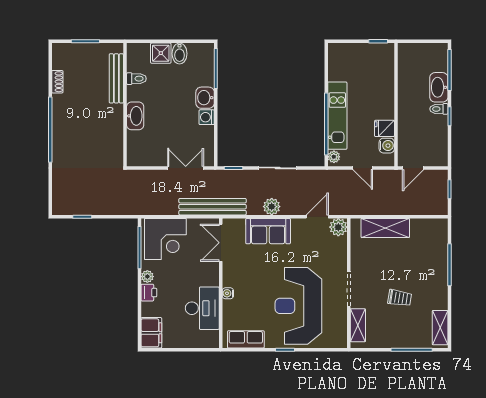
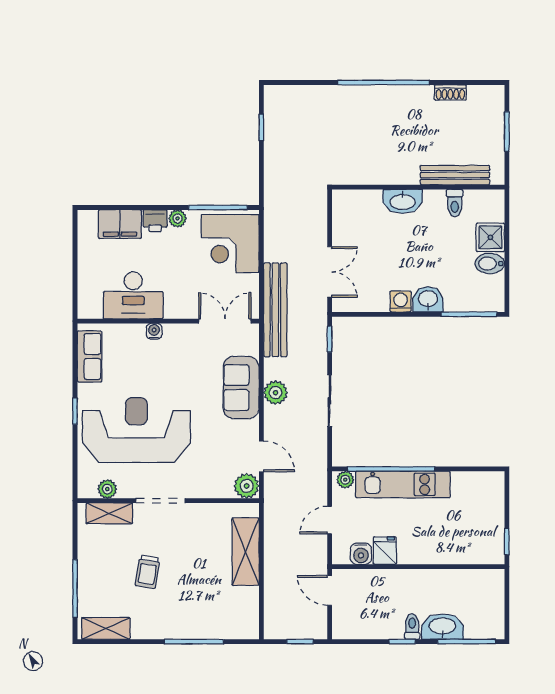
plant: (341, 327) -> (107, 489), added
filing cabinet: (151, 333) -> (120, 224), moved

